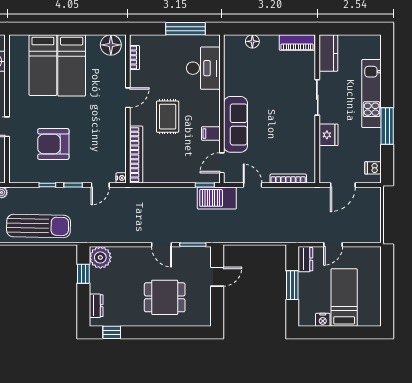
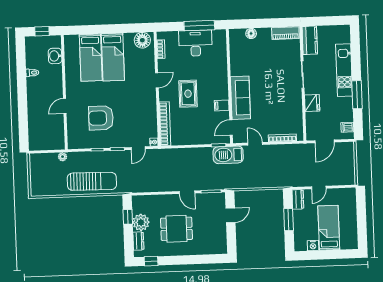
desk: (203, 68) -> (195, 43), moved, turned -90
plant: (100, 257) -> (141, 222), moved
dining table: (165, 297) -> (176, 229), moved

